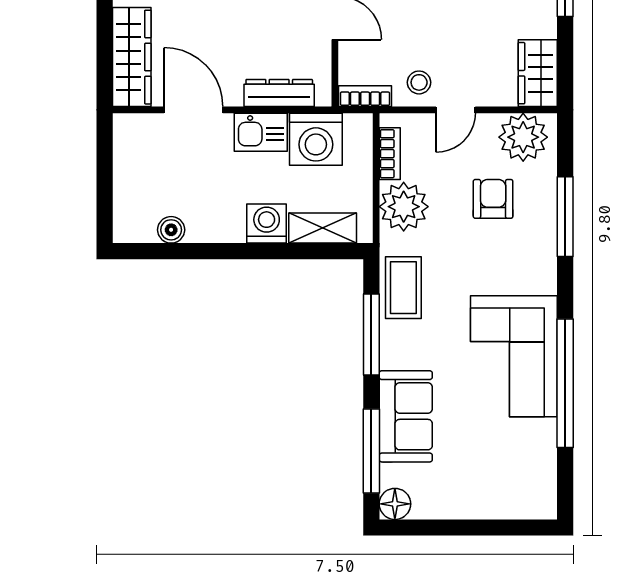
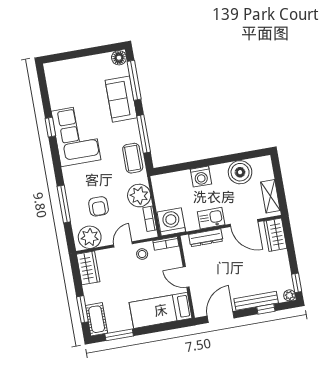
wardrobe: (132, 57) -> (275, 235), width x0.67
washing machine: (316, 139) -> (171, 222), moved
shelving: (323, 228) -> (270, 196), moved, turned 90
boiler: (171, 230) -> (240, 172), width x1.86, depth x1.86
window: (565, 383) -> (50, 127), width x0.32

